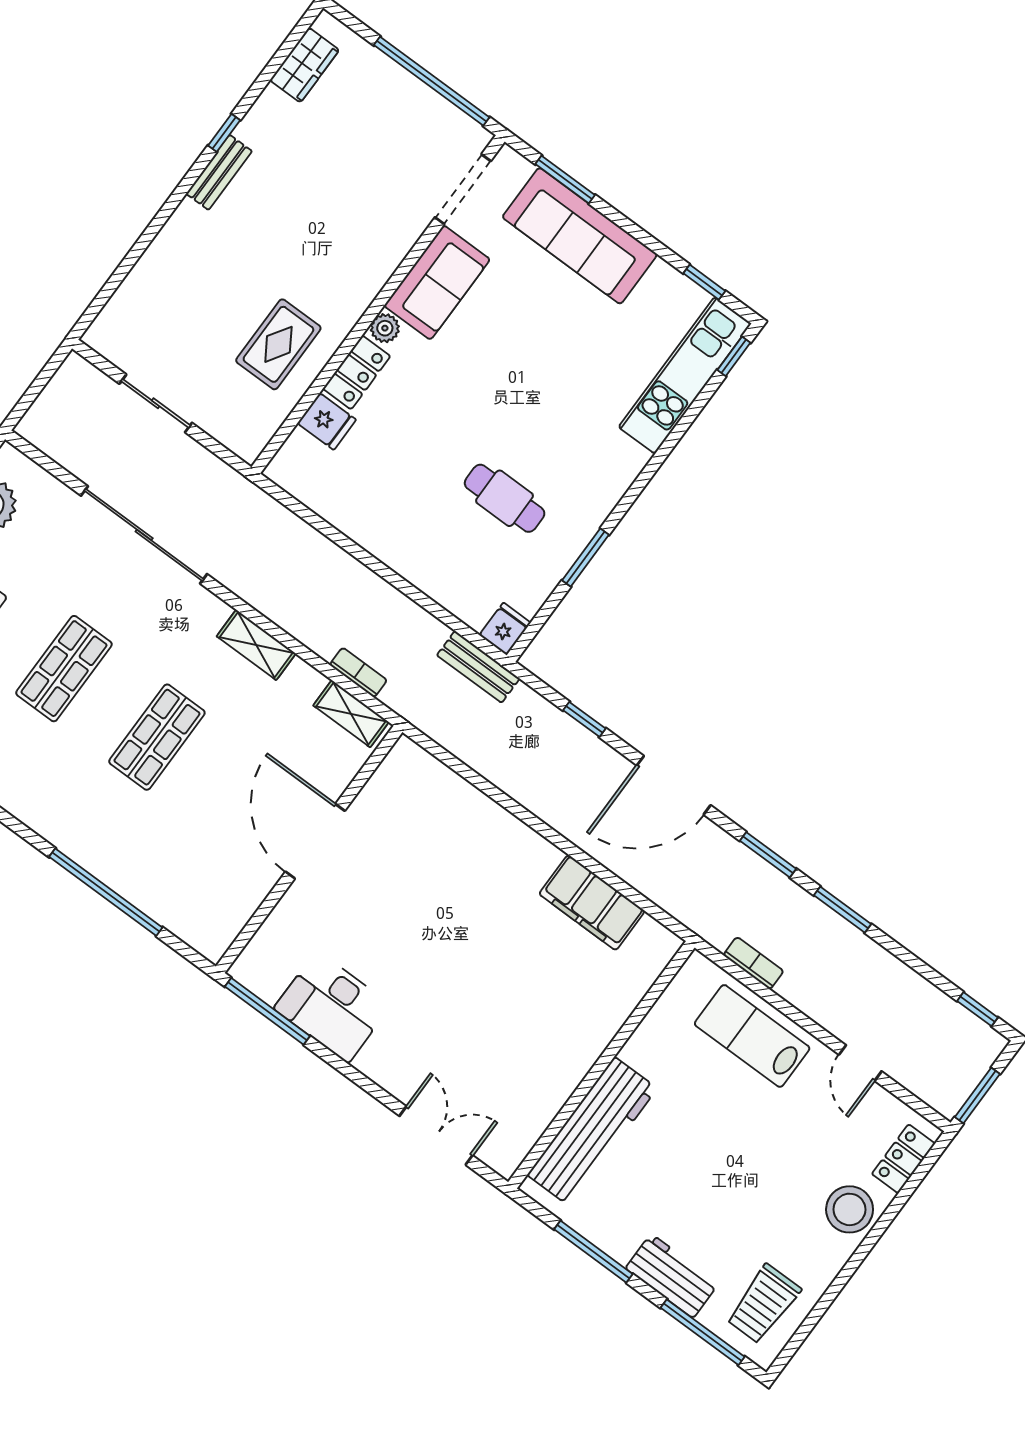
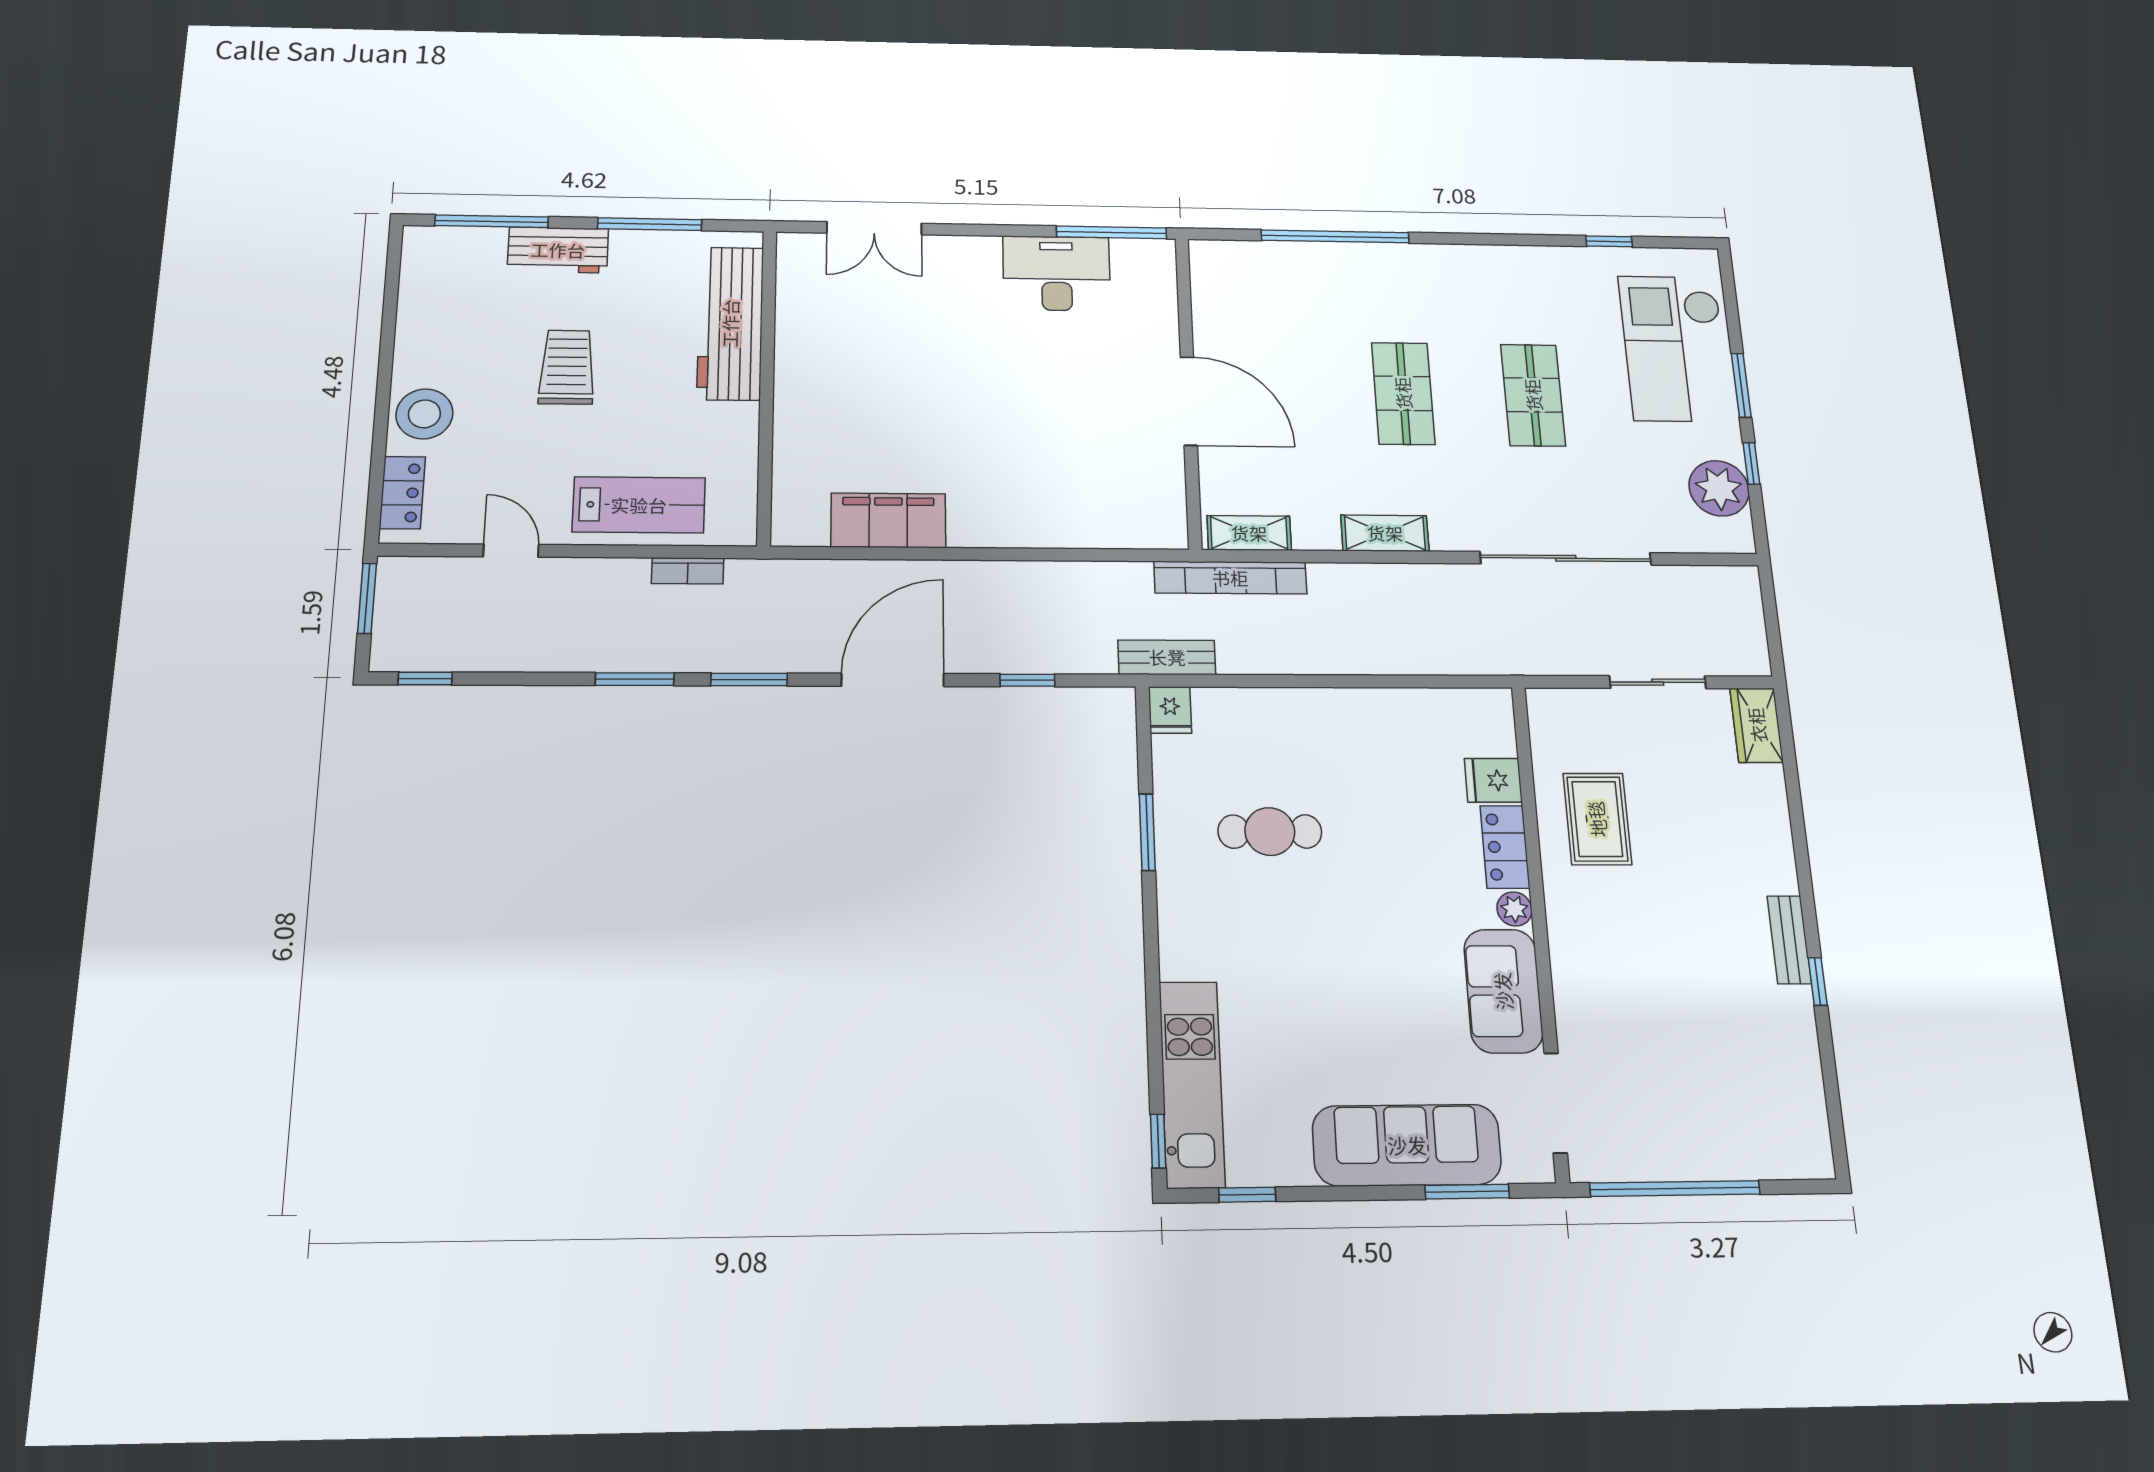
wardrobe: (304, 65) -> (1757, 725), moved
bookcase: (358, 672) -> (1230, 578), width x2.31, depth x1.31
trolley: (763, 1304) -> (567, 367), moved

